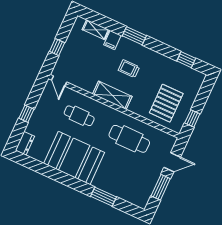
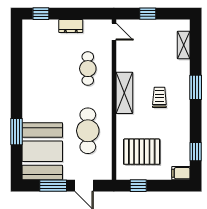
filing cabinet: (112, 40) -> (181, 173), moved
door: (59, 81) -> (114, 32), swing flipped
window: (26, 114) -> (41, 14), moved
dresser: (25, 143) -> (71, 26), moved
booth: (74, 158) -> (42, 151), moved

